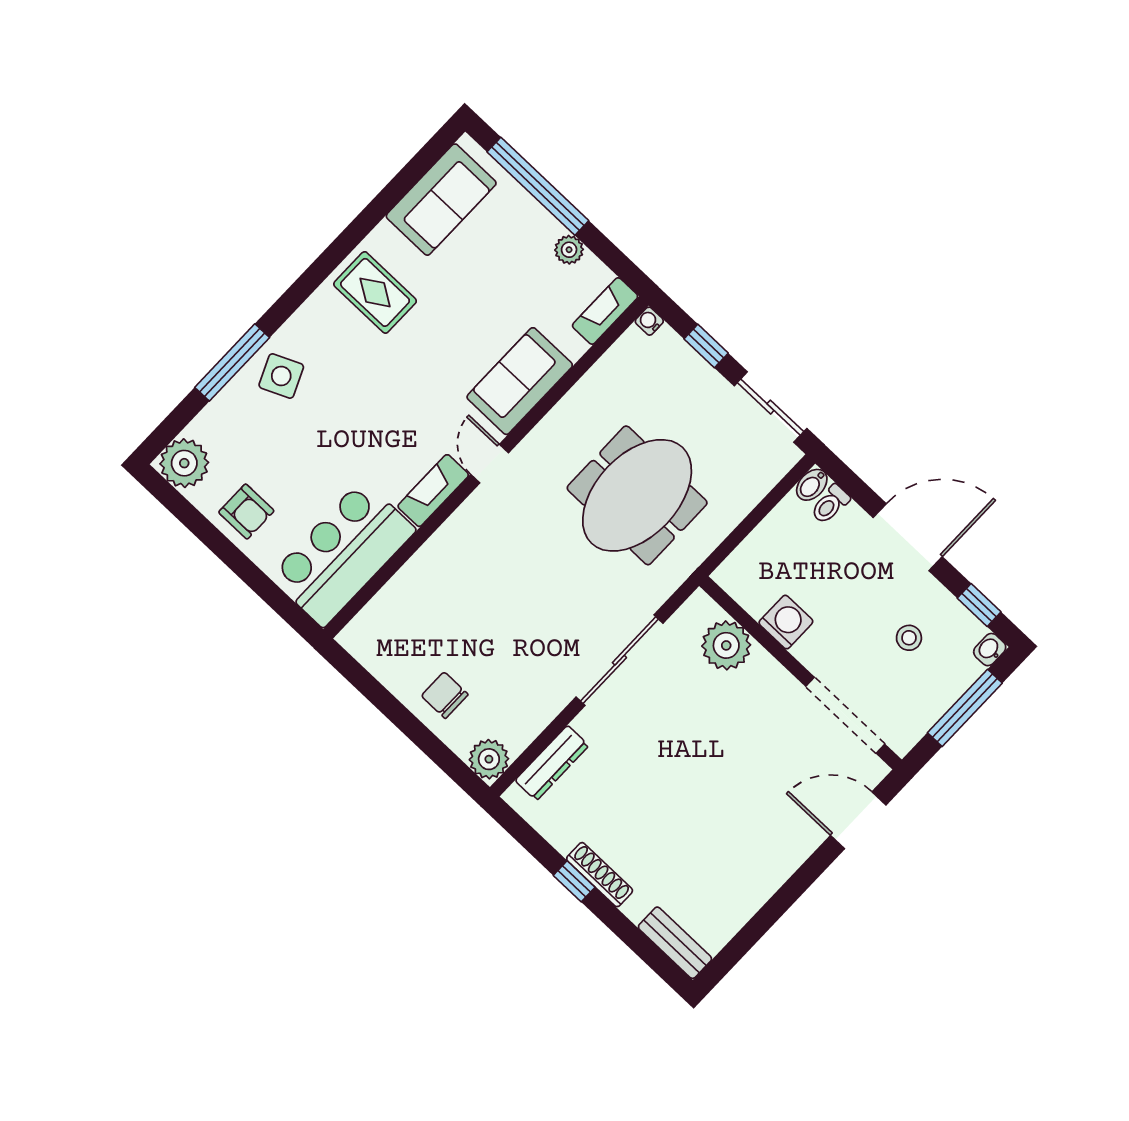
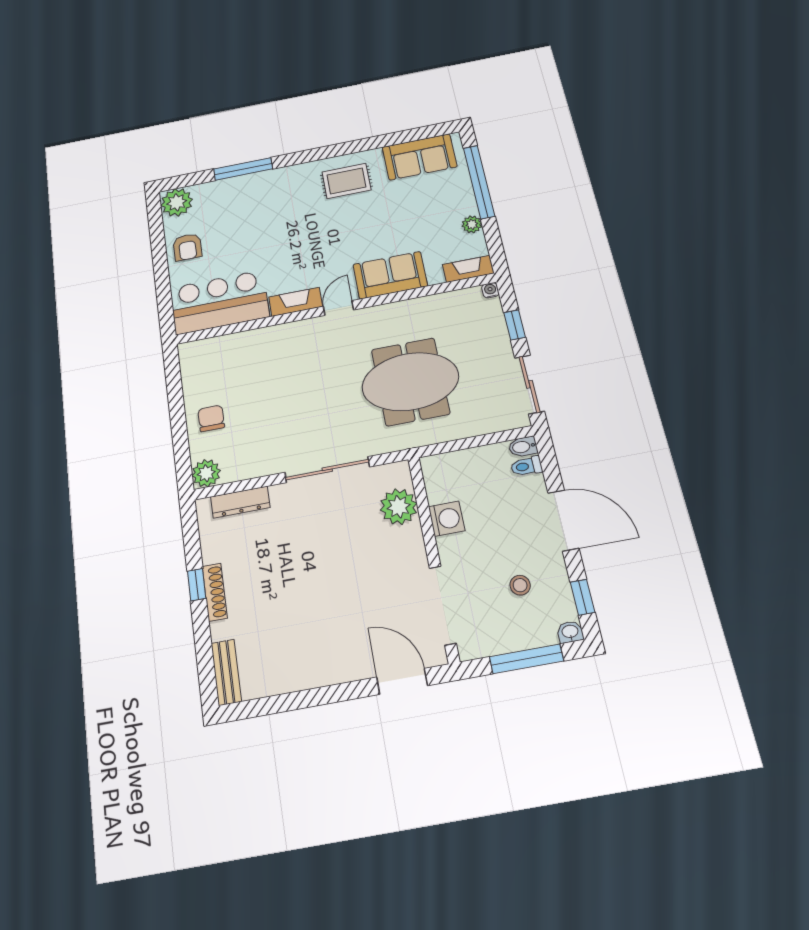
rug: (375, 292) -> (346, 181), turned 90
side table: (281, 376) -> (263, 191), removed

